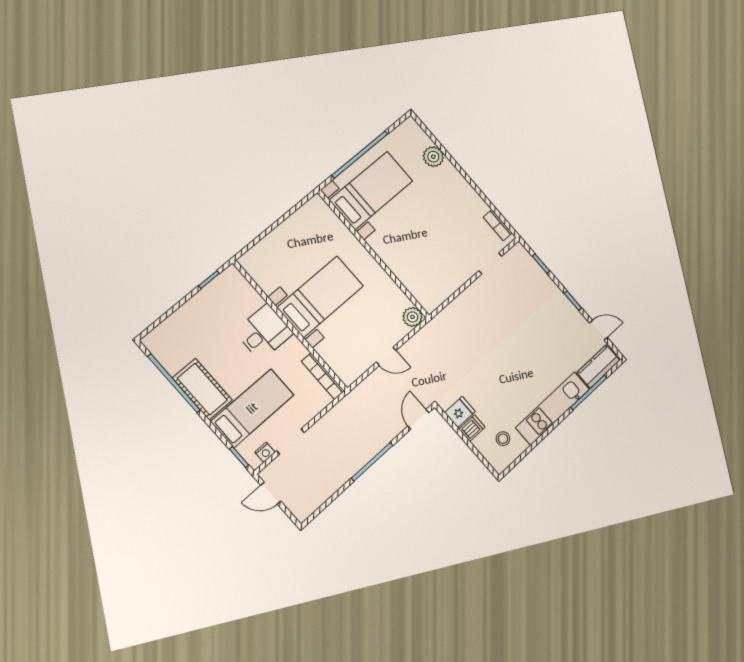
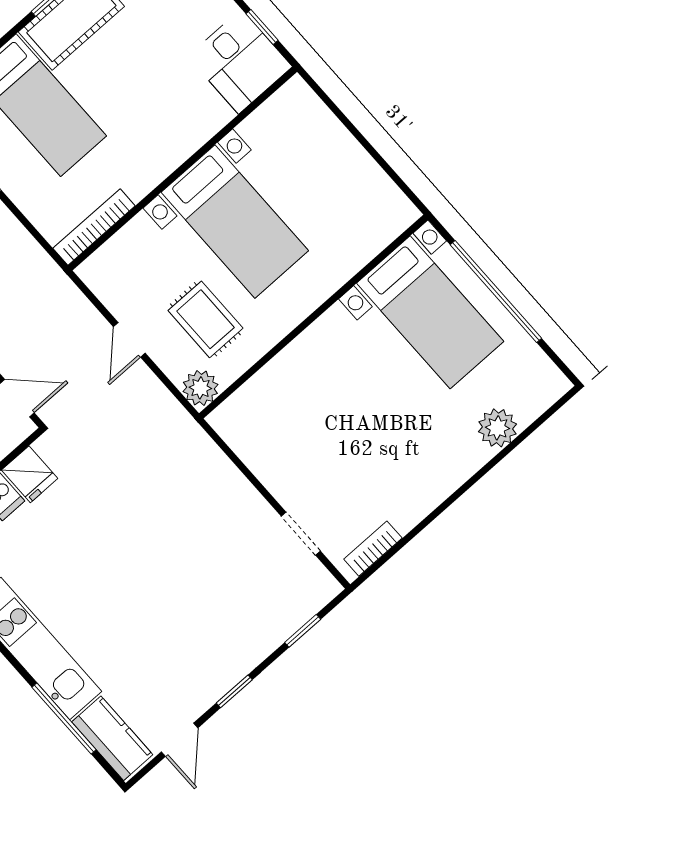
rug: (375, 314) -> (206, 319), added
desk: (264, 332) -> (240, 61), moved

